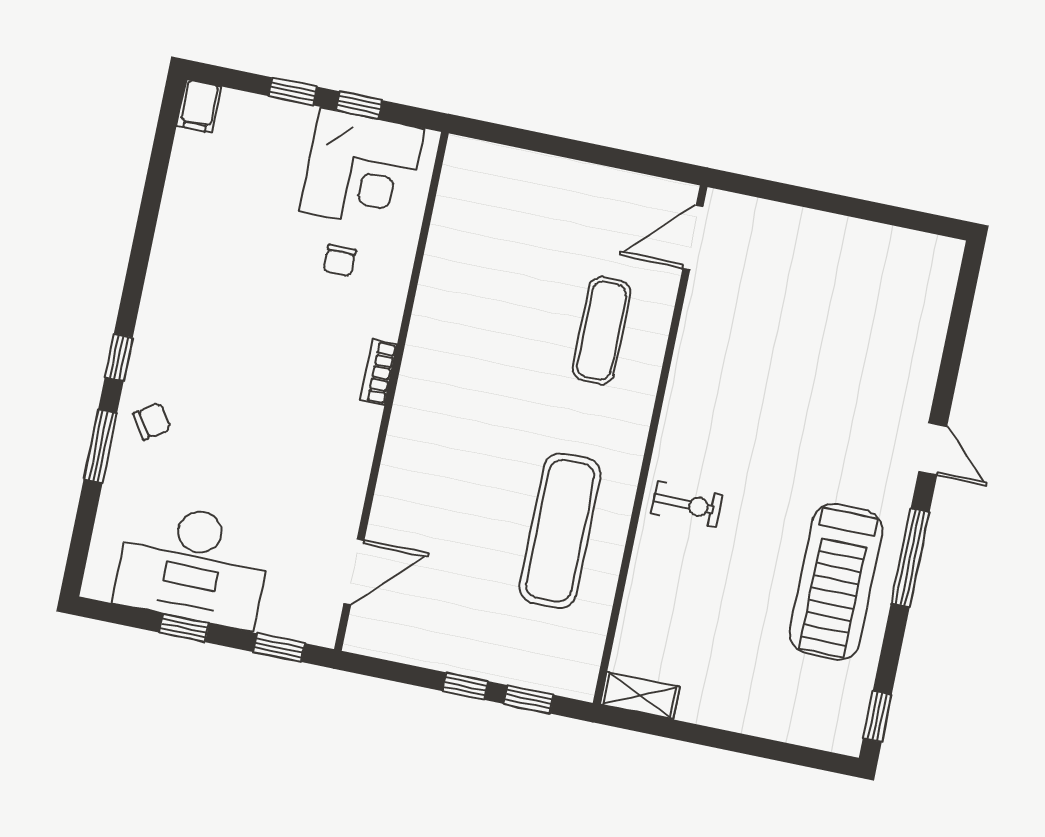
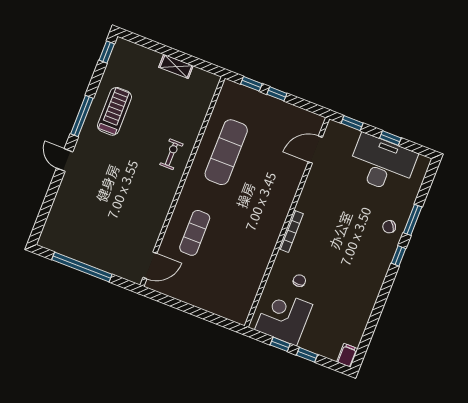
window: (851, 207) -> (82, 267), added
bookcase: (379, 372) -> (291, 231), width x1.56
exercise bike: (687, 504) -> (171, 154), turned 90
treadmill: (836, 582) -> (114, 111), width x0.73, depth x0.73
shelving: (640, 696) -> (176, 66), moved

